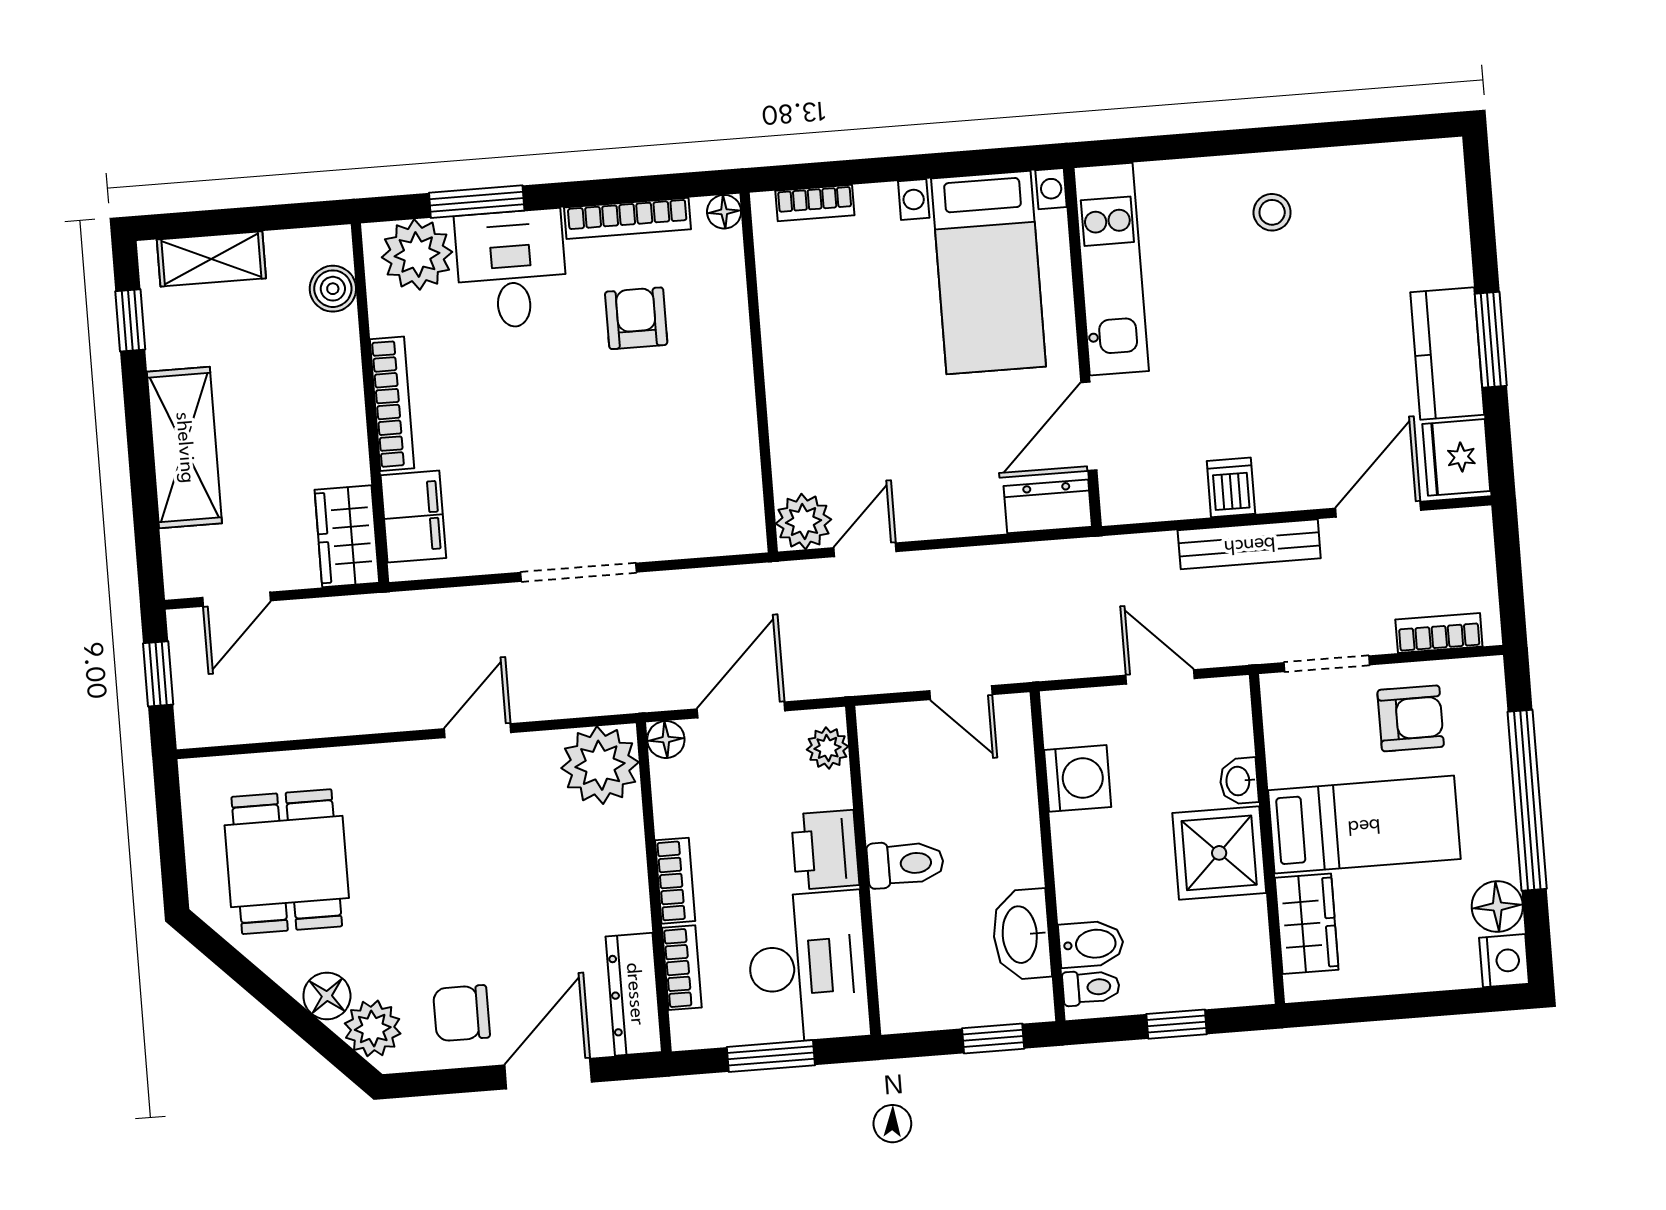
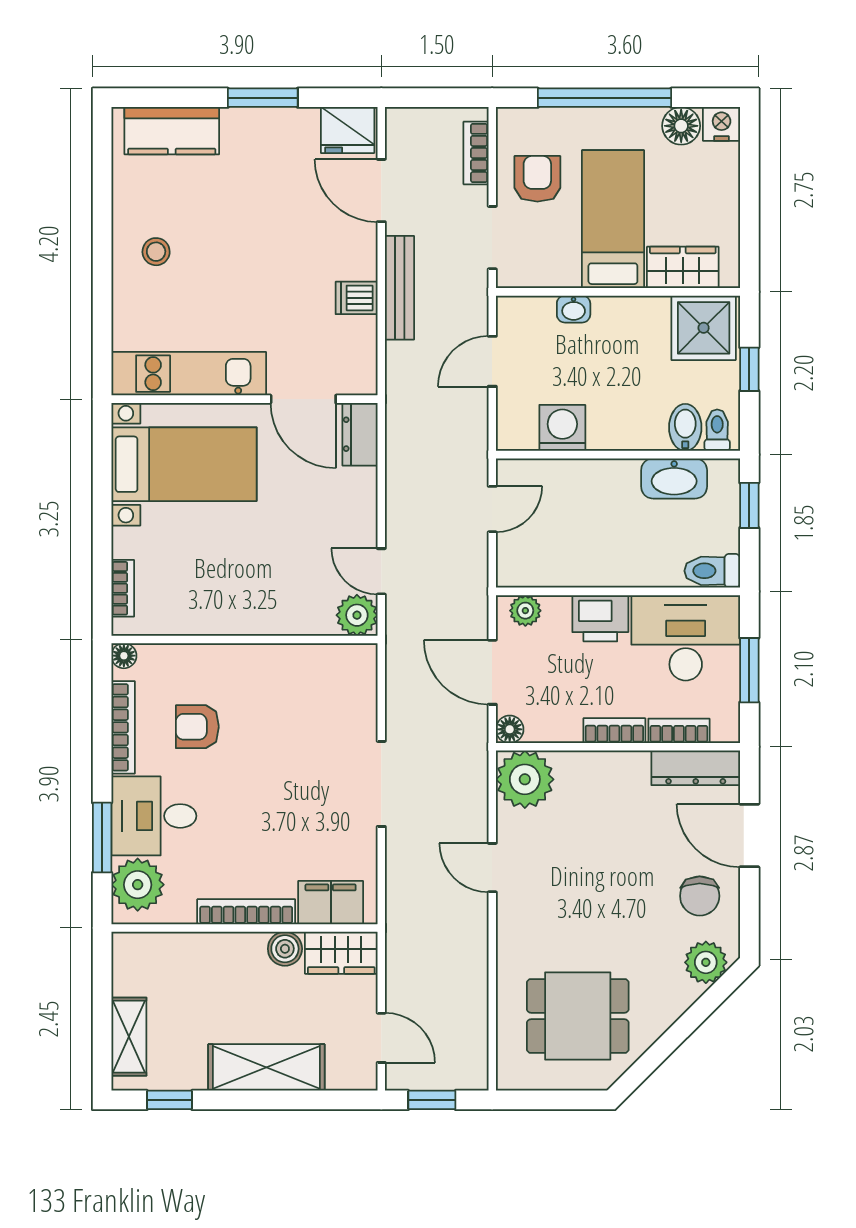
boiler: (333, 289) -> (285, 949), moved
kitchen counter: (1447, 354) -> (172, 131), moved
shower: (1219, 853) -> (704, 328), moved
toilet: (905, 864) -> (712, 571), moved, turned -90
floor lamp: (327, 996) -> (679, 994), removed

